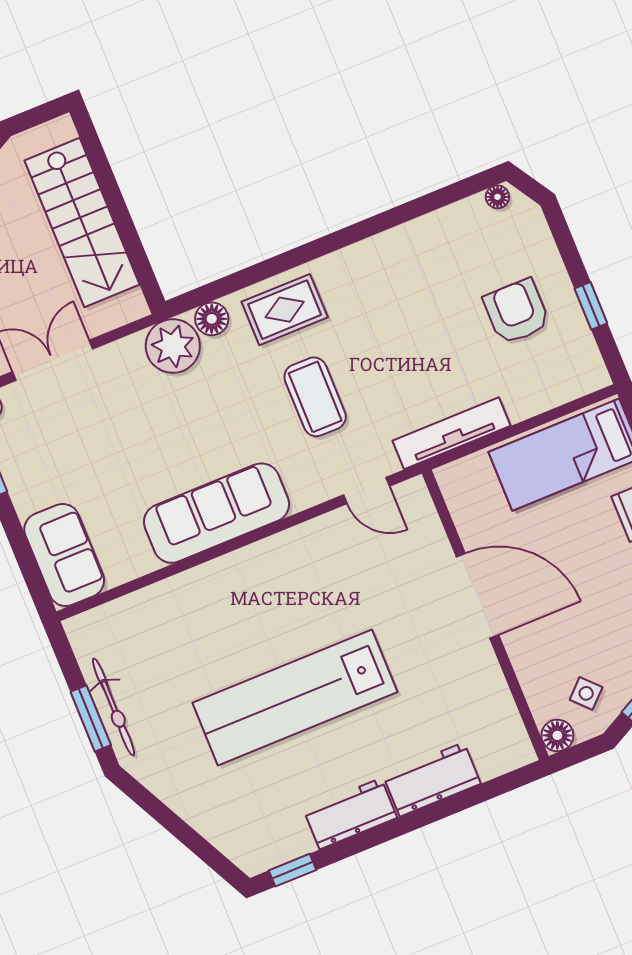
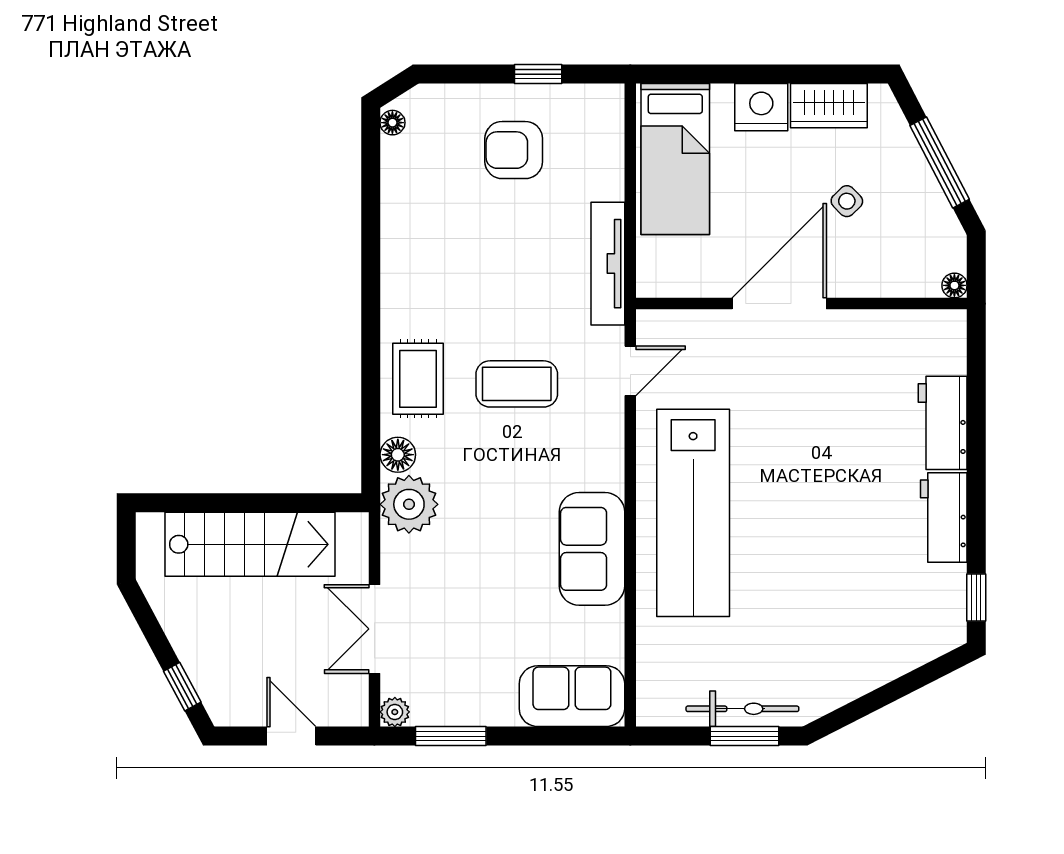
sofa: (216, 513) -> (592, 549), width x0.73
side table: (586, 693) -> (847, 201), moved
lab bench: (295, 697) -> (693, 513), moved
floor lamp: (557, 735) -> (954, 285), width x0.73, depth x0.73

